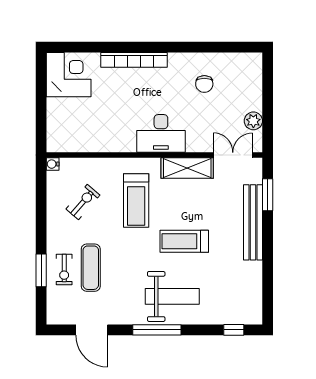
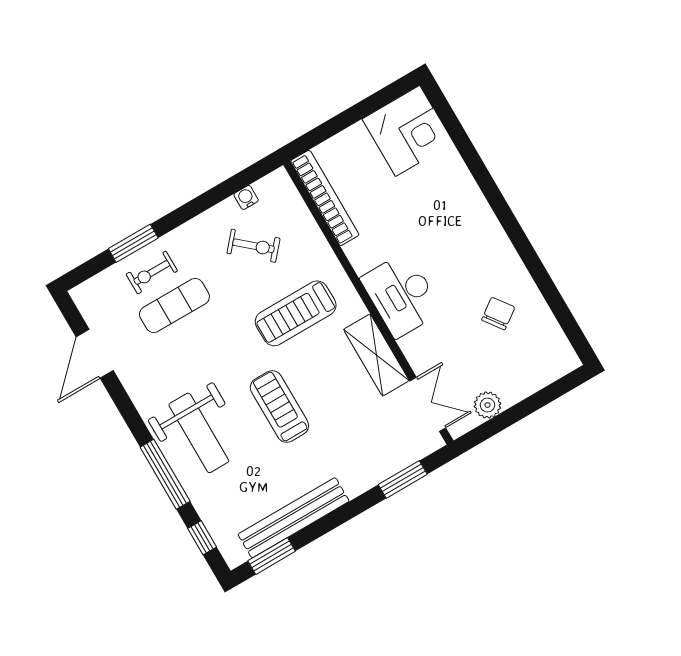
bookcase: (134, 60) -> (325, 198), moved, turned 180
chair: (204, 84) -> (498, 314), turned 144
water cooler: (53, 164) -> (246, 197), moved
bench: (253, 222) -> (294, 518), moved
window: (268, 296) -> (272, 556), added
window: (157, 330) -> (165, 474), moved

